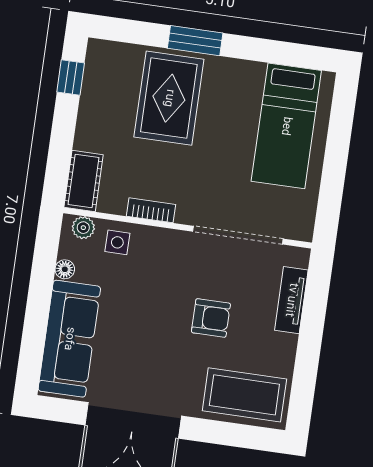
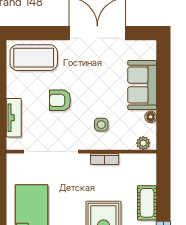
cot: (84, 181) -> (147, 203), moved
side table: (117, 242) -> (101, 125), moved
sofa: (69, 339) -> (142, 85), width x0.73

